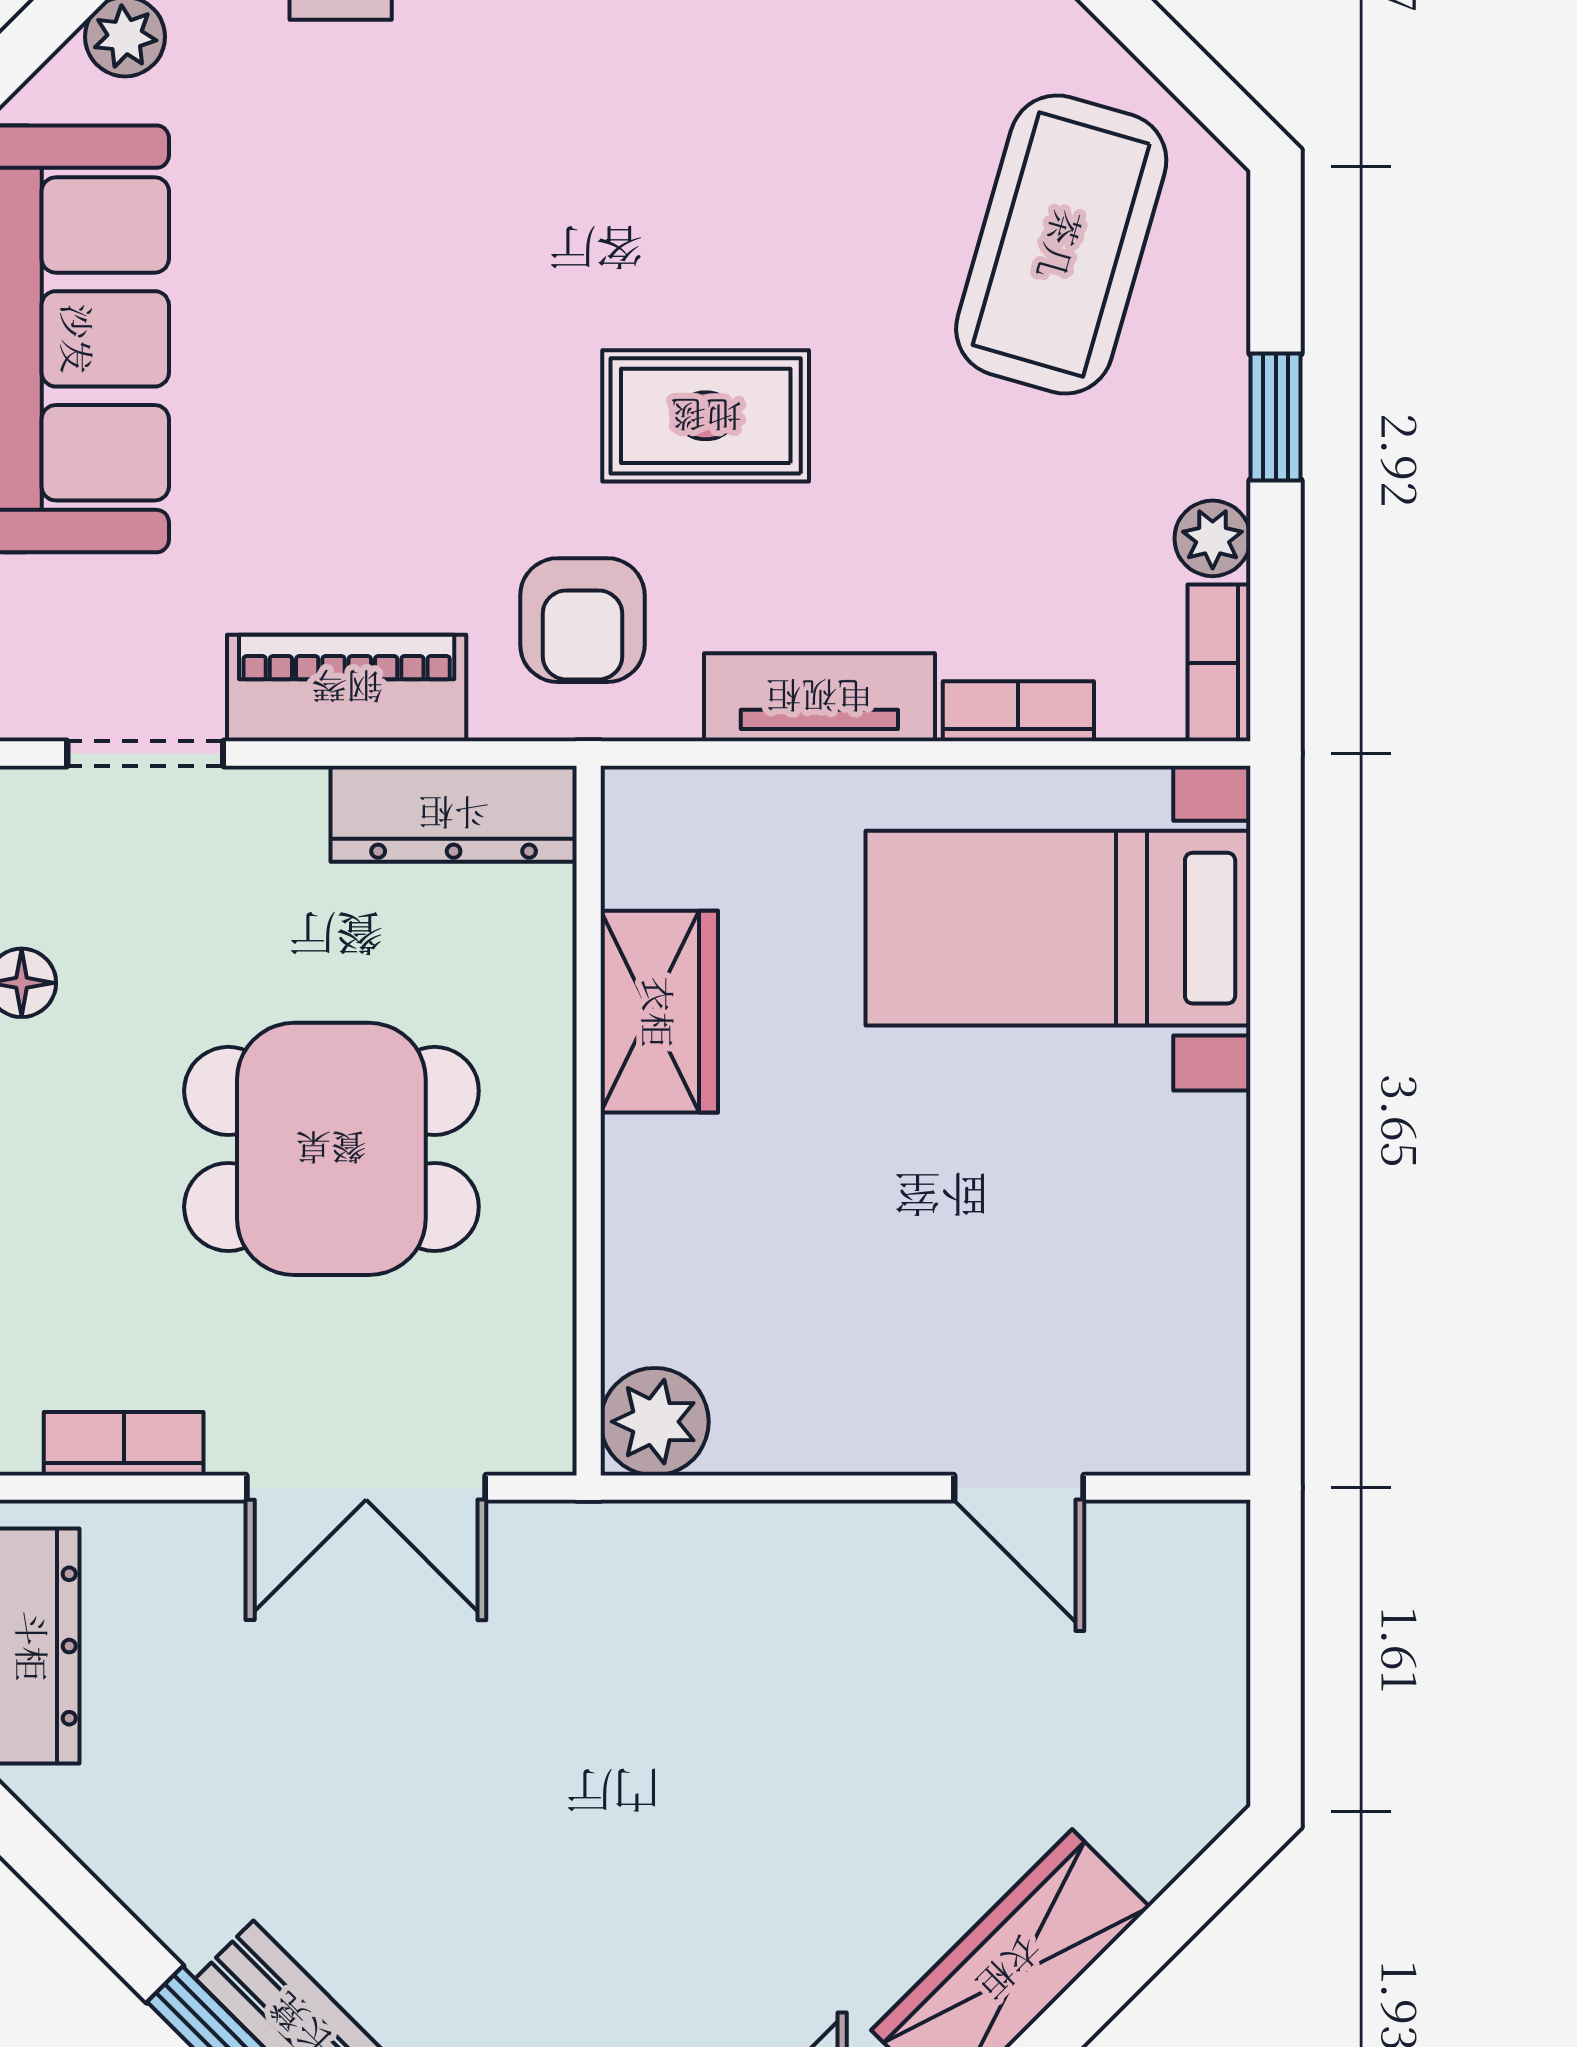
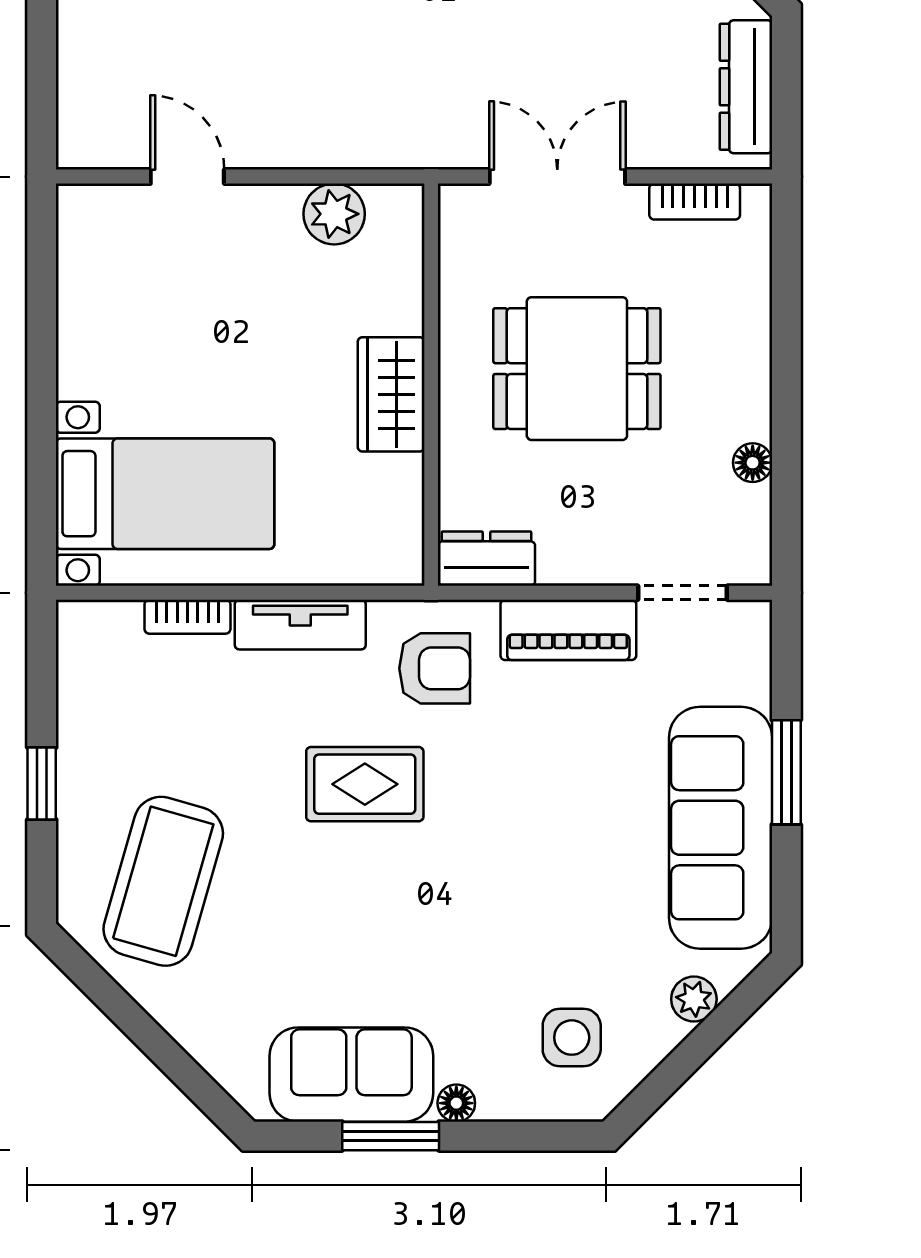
plant: (1213, 538) -> (77, 715), removed
armchair: (582, 620) -> (435, 668), turned 90
bookcase: (1219, 663) -> (74, 644), removed
dresser: (454, 814) -> (486, 559), width x0.70
wardrobe: (659, 1012) -> (391, 394), moved
plant: (655, 1422) -> (334, 214), moved

